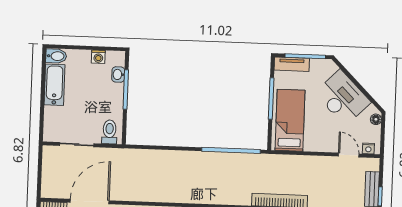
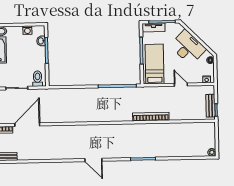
door: (349, 155) -> (181, 85), moved

